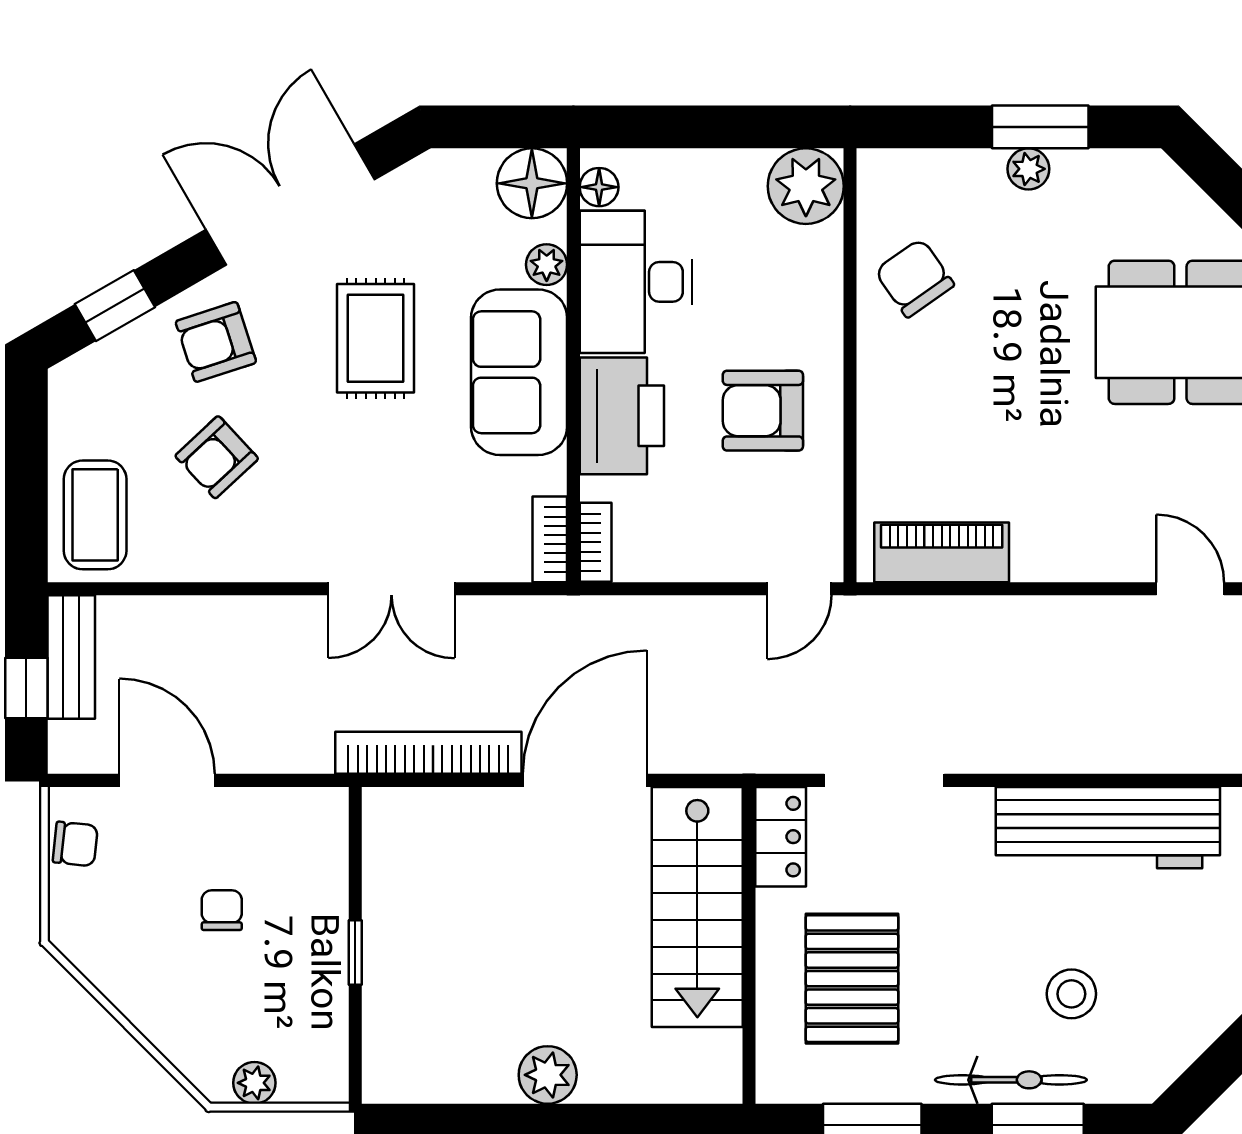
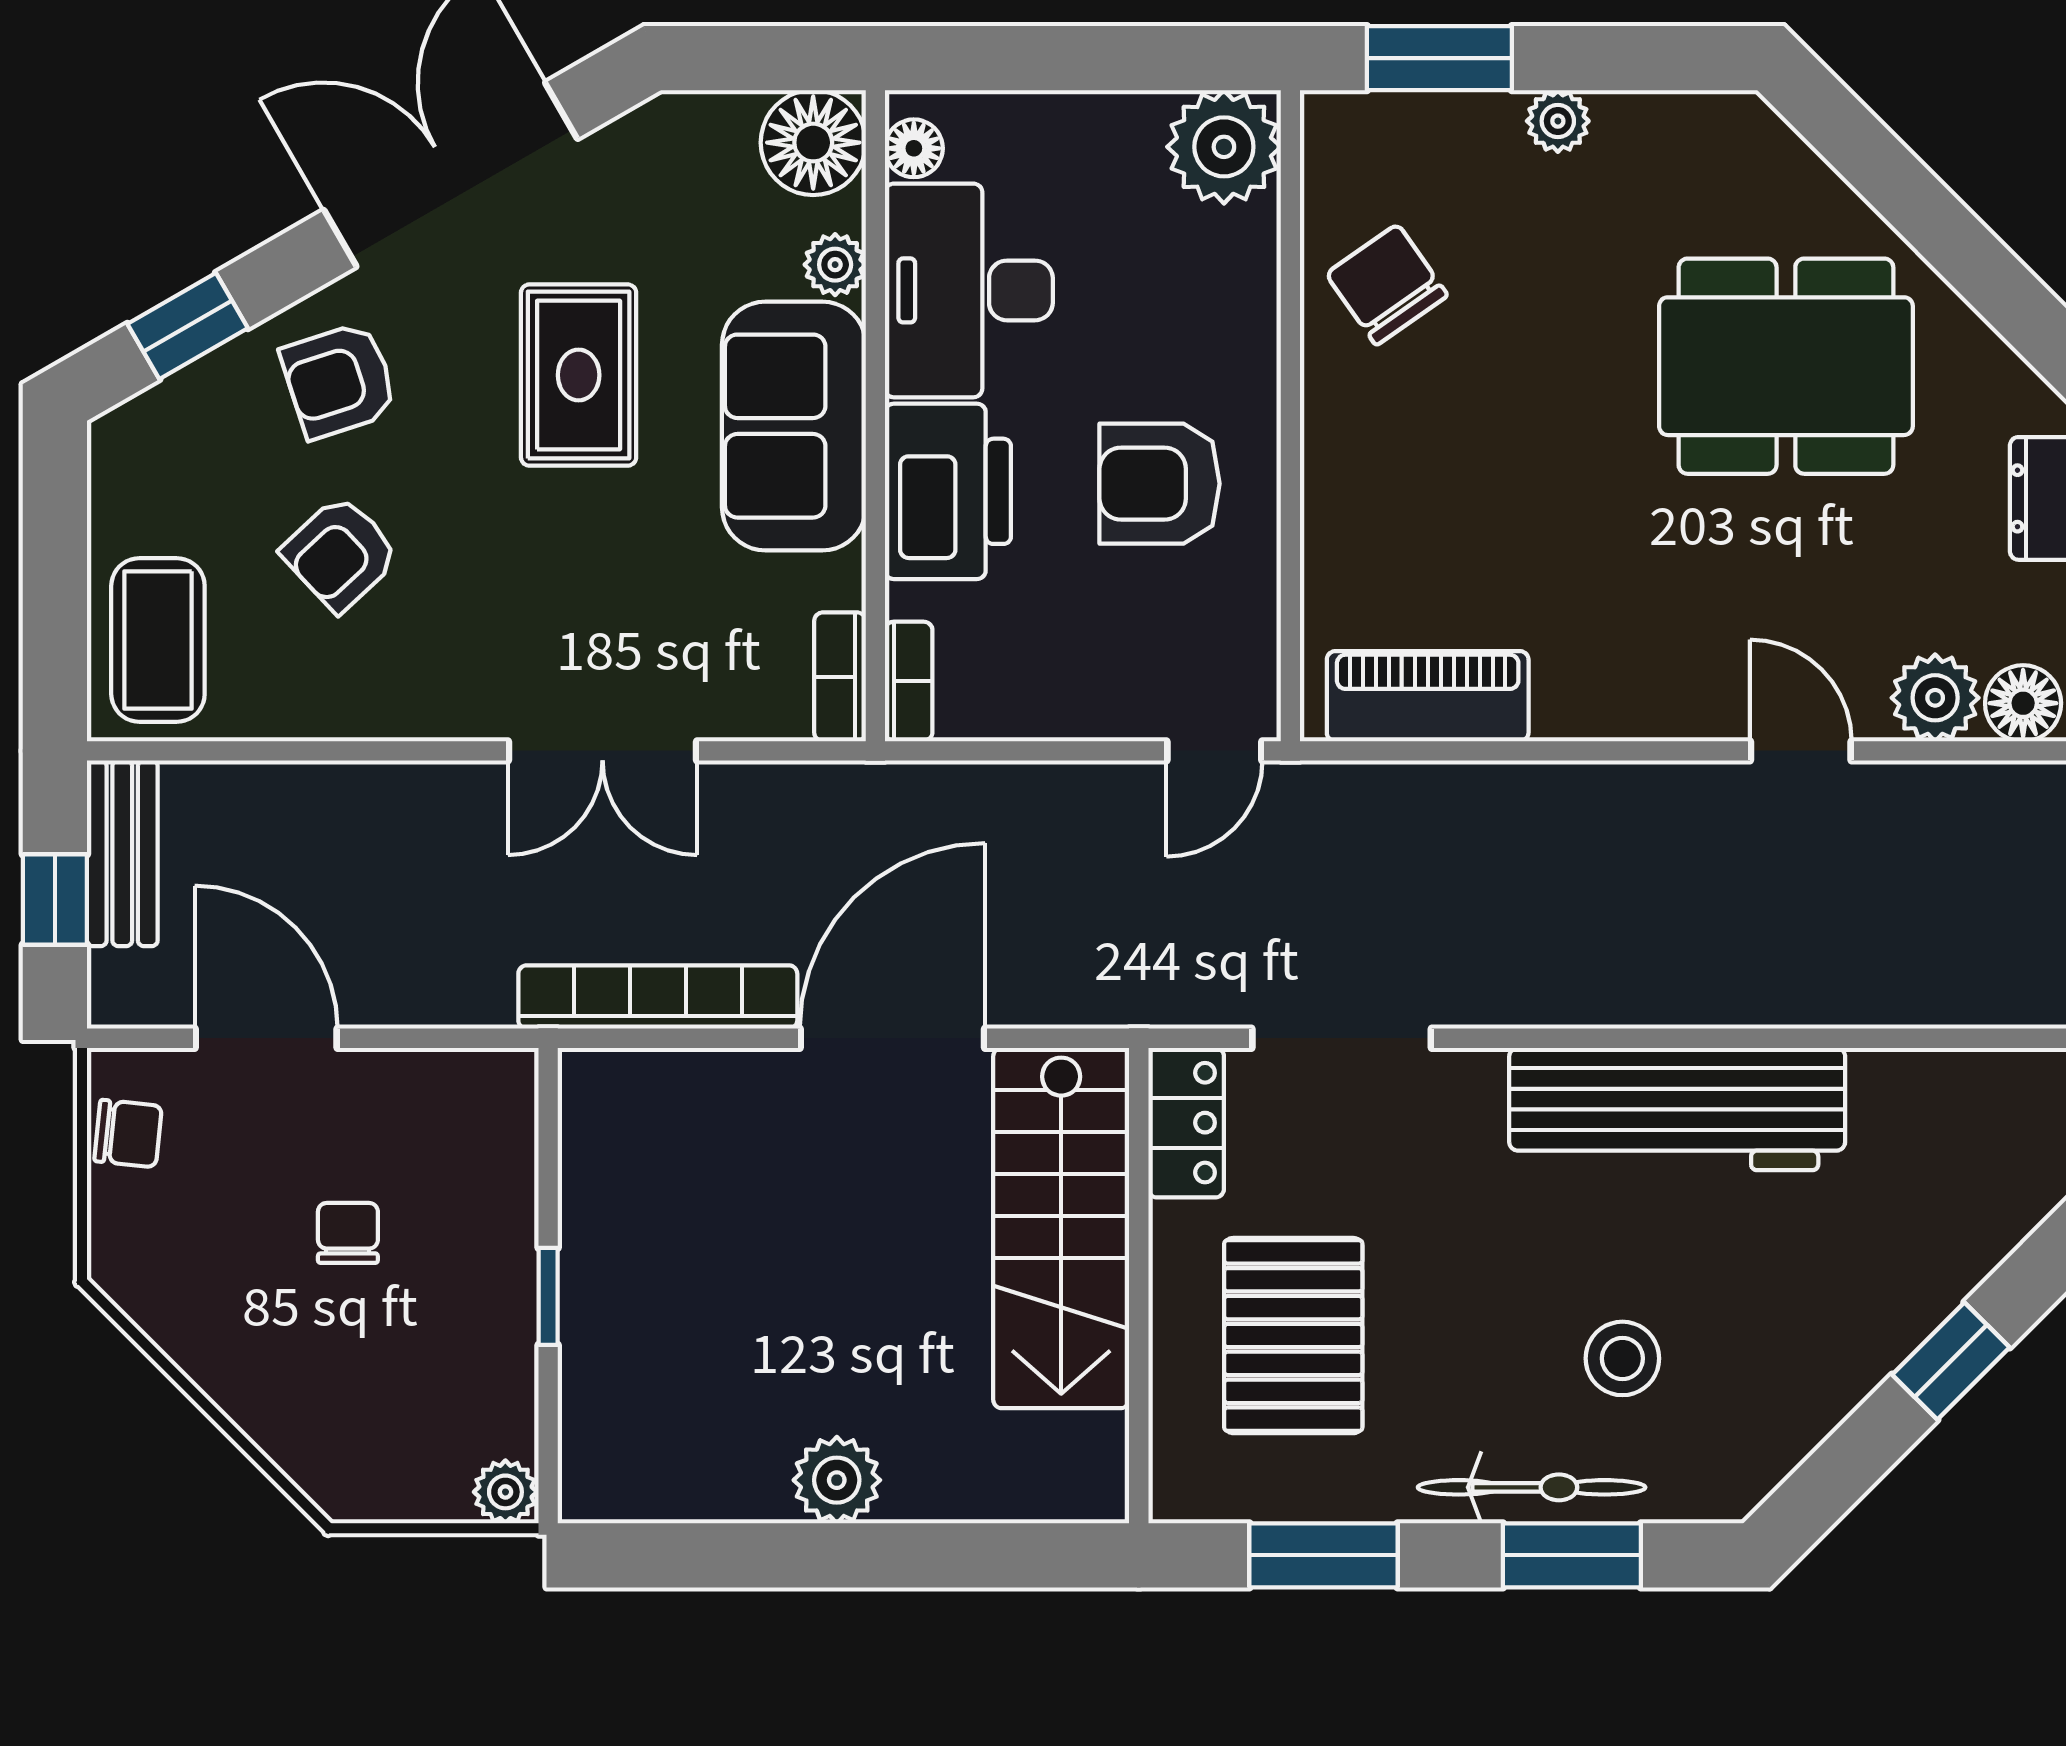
window: (1040, 127) -> (1439, 58), moved
plant: (254, 1083) -> (505, 1492), moved

